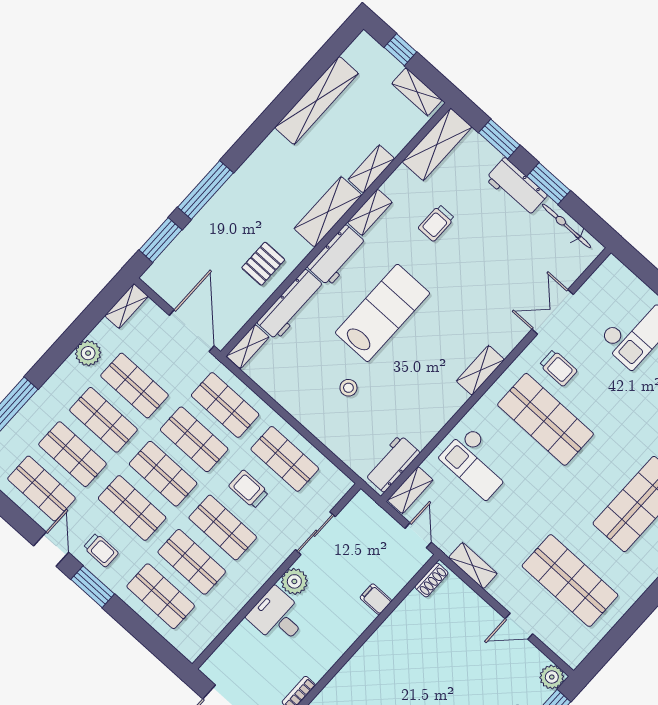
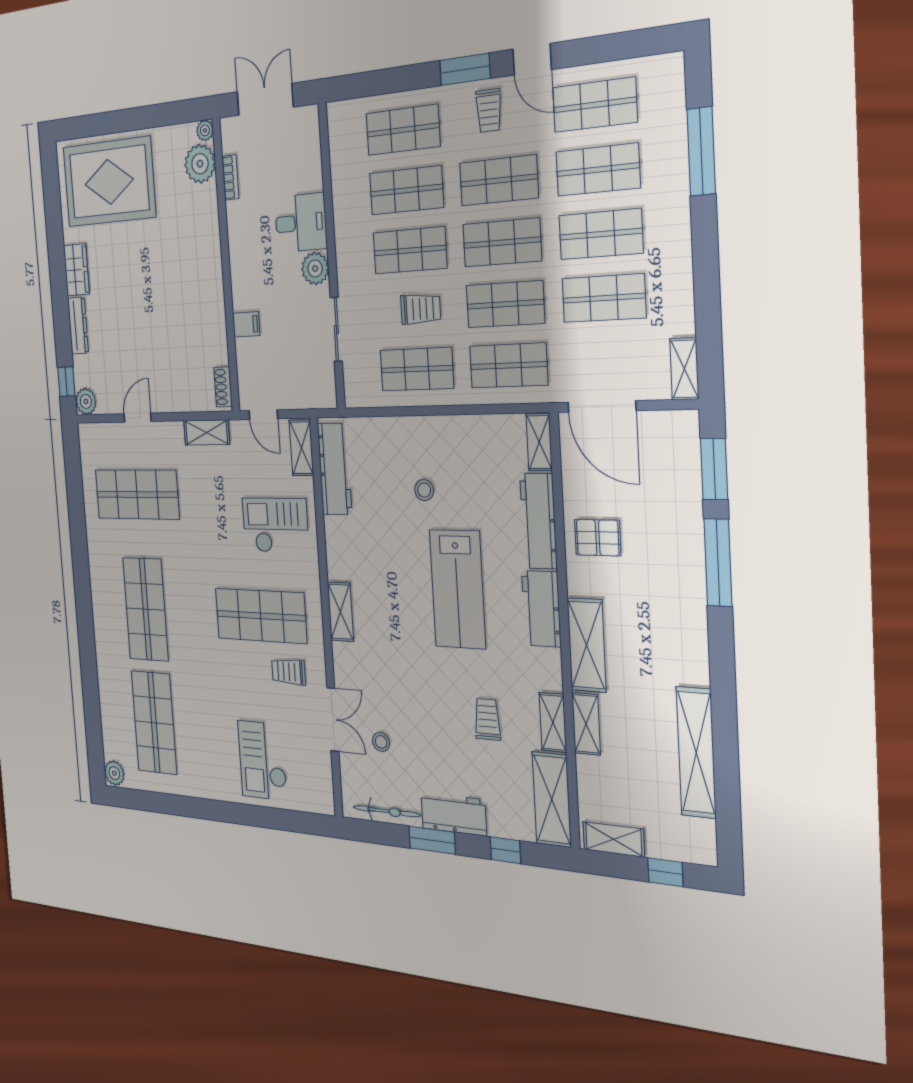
window: (499, 139) -> (505, 850), width x0.67
shelving: (370, 212) -> (553, 722), moved
pallet: (263, 264) -> (598, 538), turned 90
stool: (528, 270) -> (381, 742), added
plant: (88, 353) -> (677, 284), removed
workbench: (392, 463) -> (335, 469), width x1.38
trolley: (101, 550) -> (489, 110), turned -90

